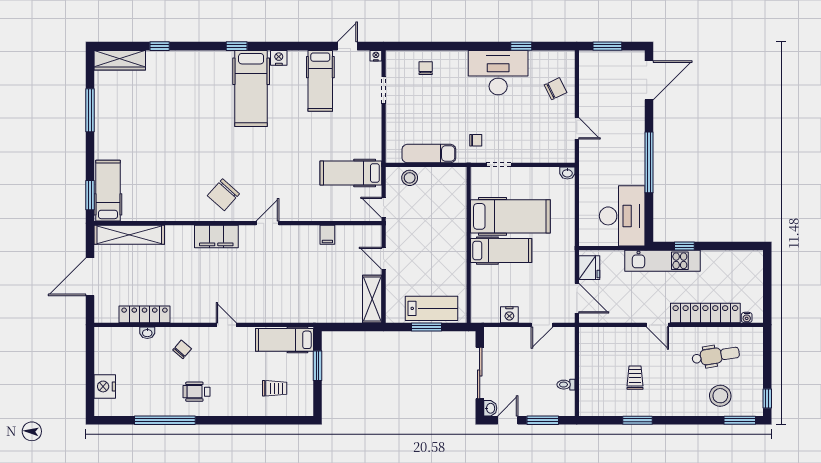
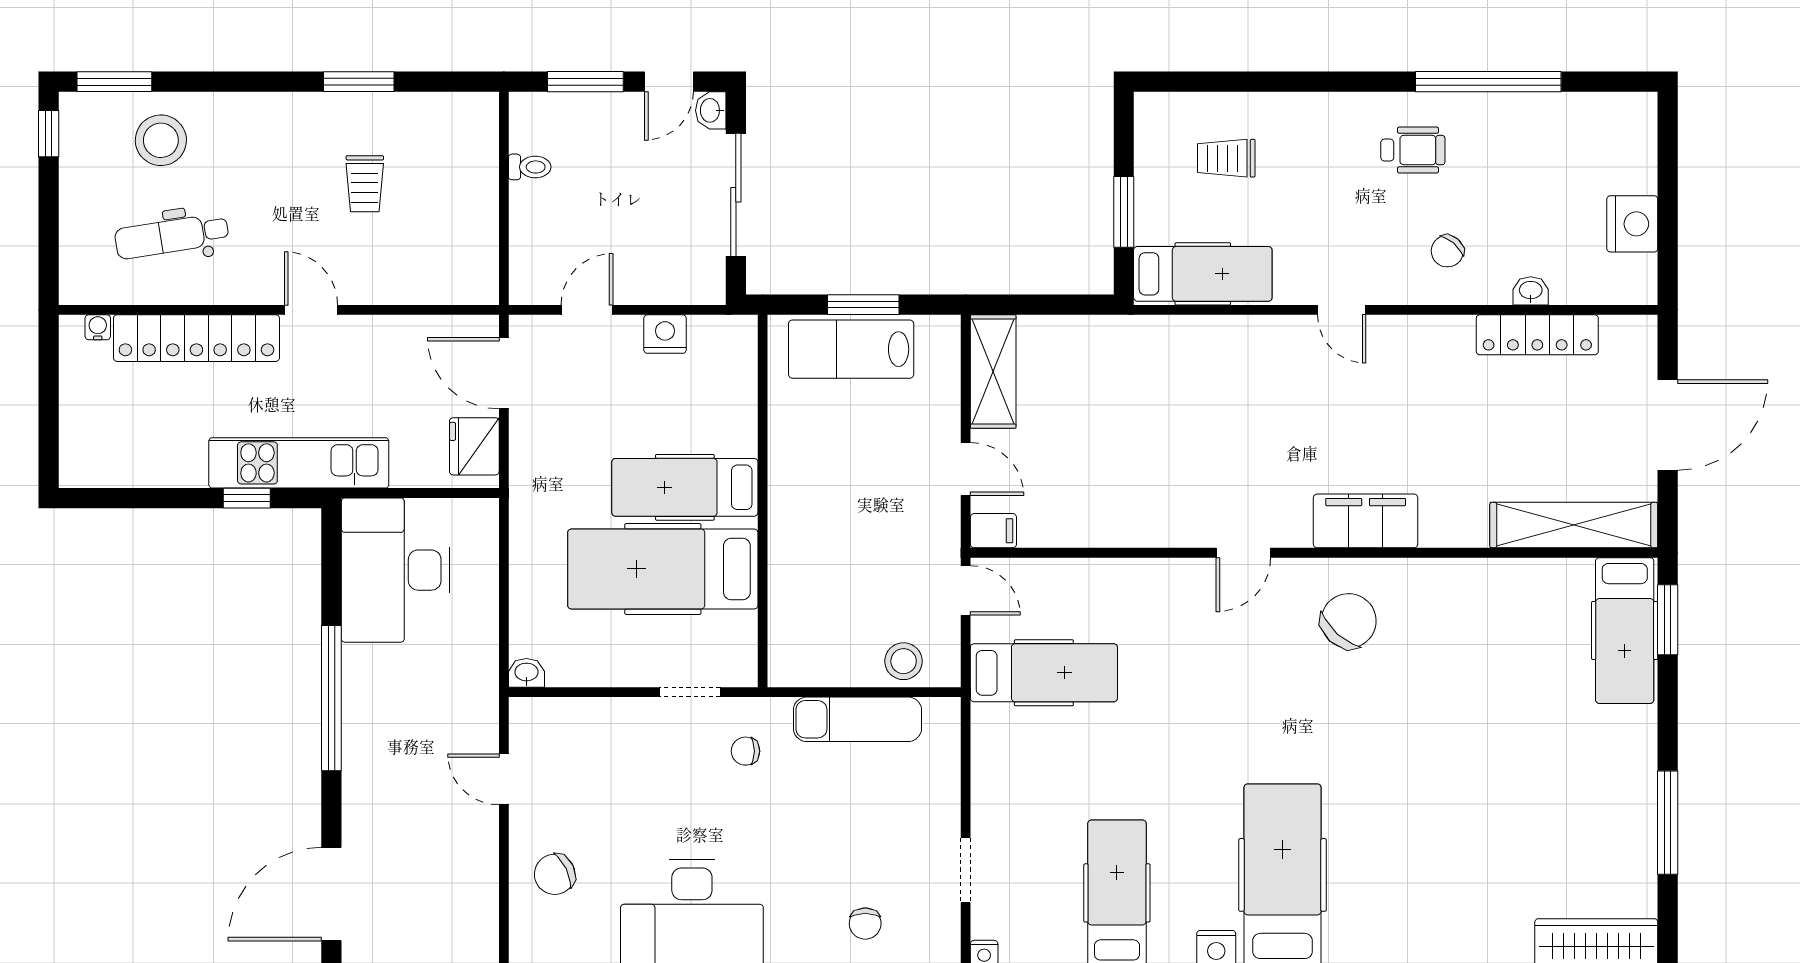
filing cabinet: (327, 235) -> (993, 531), moved, turned 90
nightstand: (105, 386) -> (1632, 224), moved

